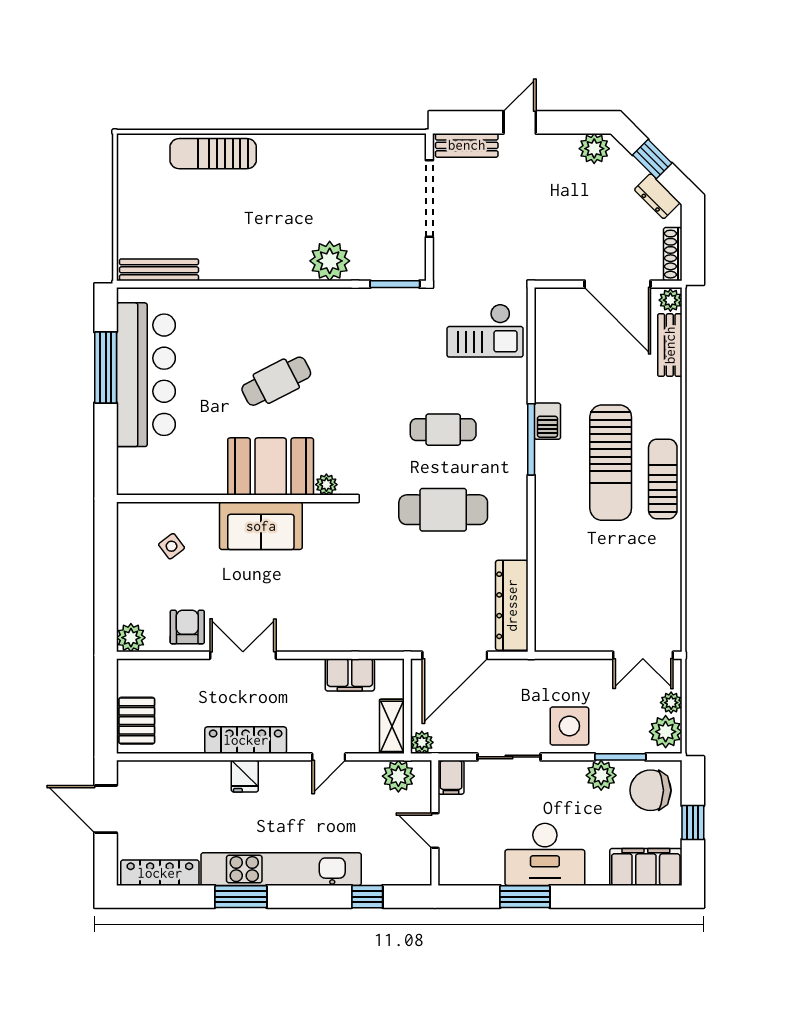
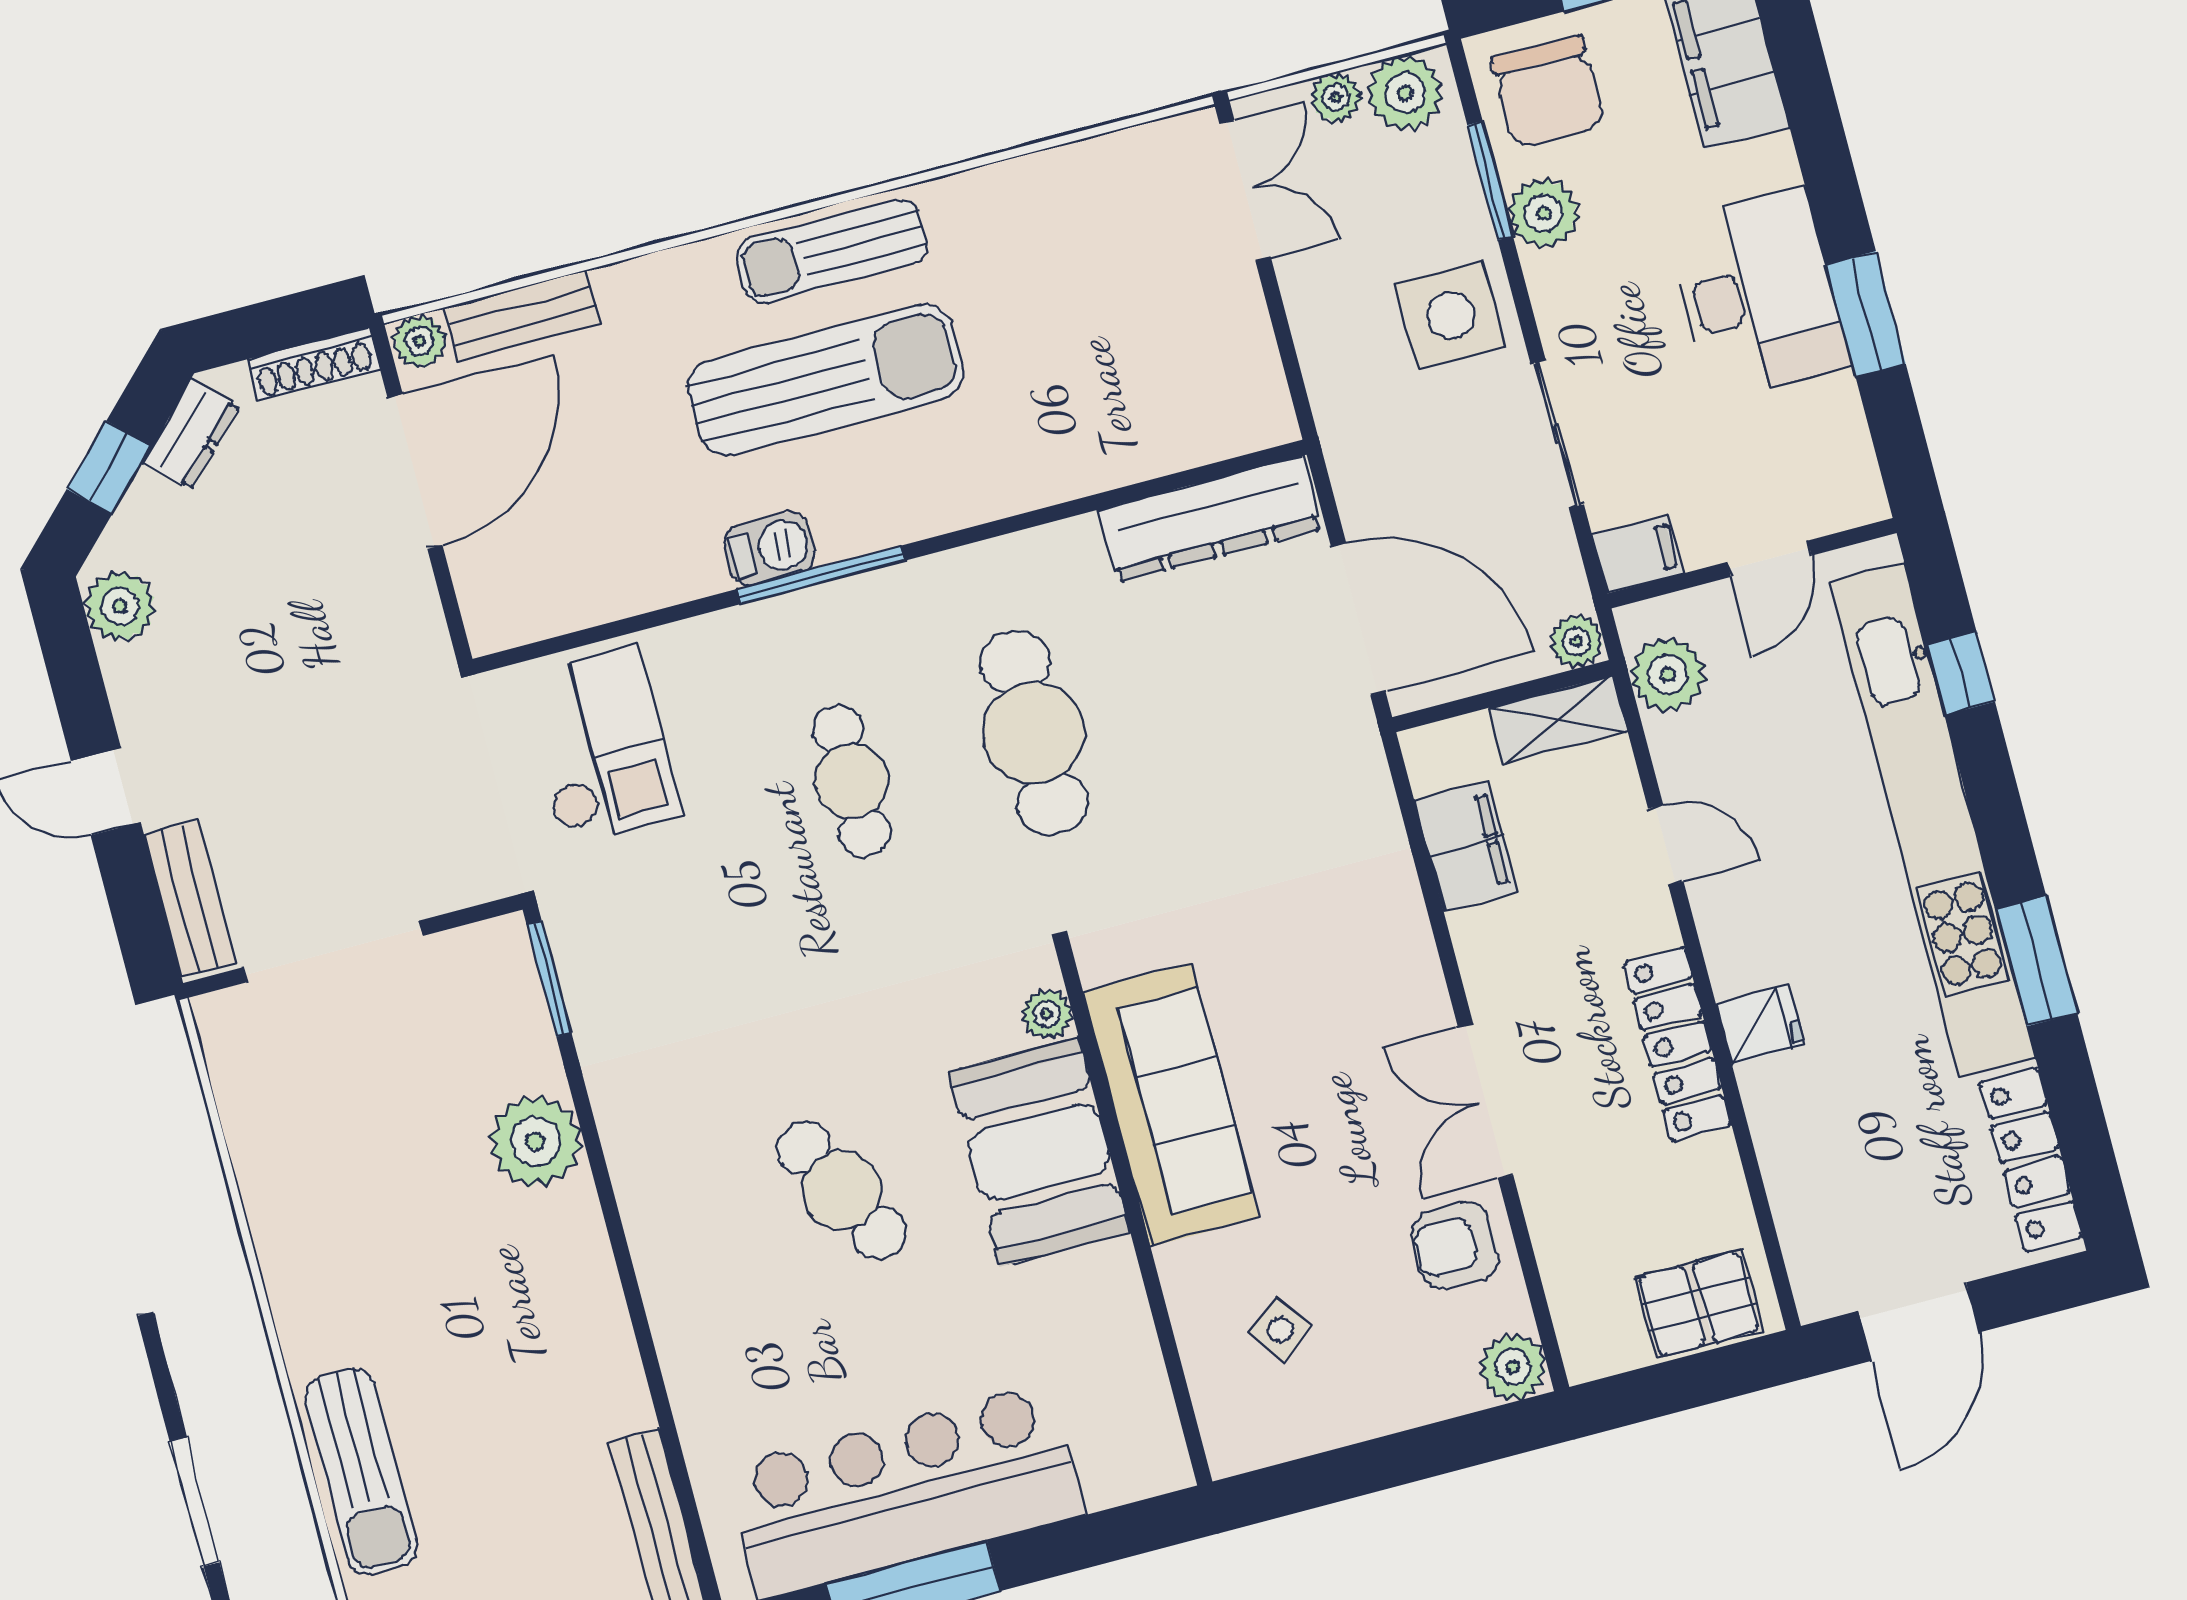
sofa: (261, 526) -> (1171, 1105), width x1.36
kitchen unit: (281, 869) -> (1932, 820), width x1.36

